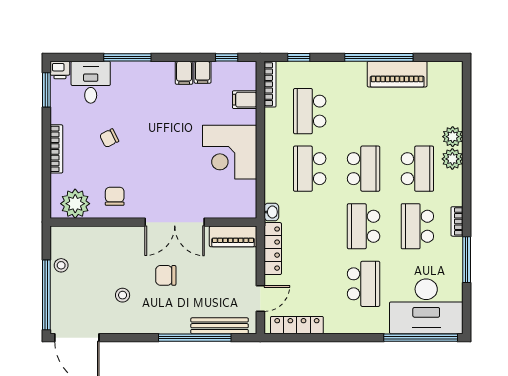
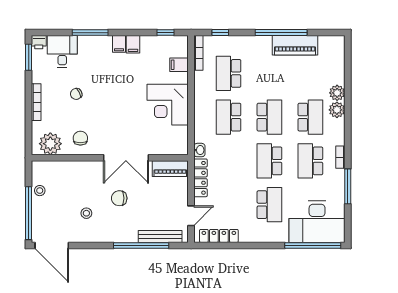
filing cabinet: (203, 72) -> (119, 44), moved

